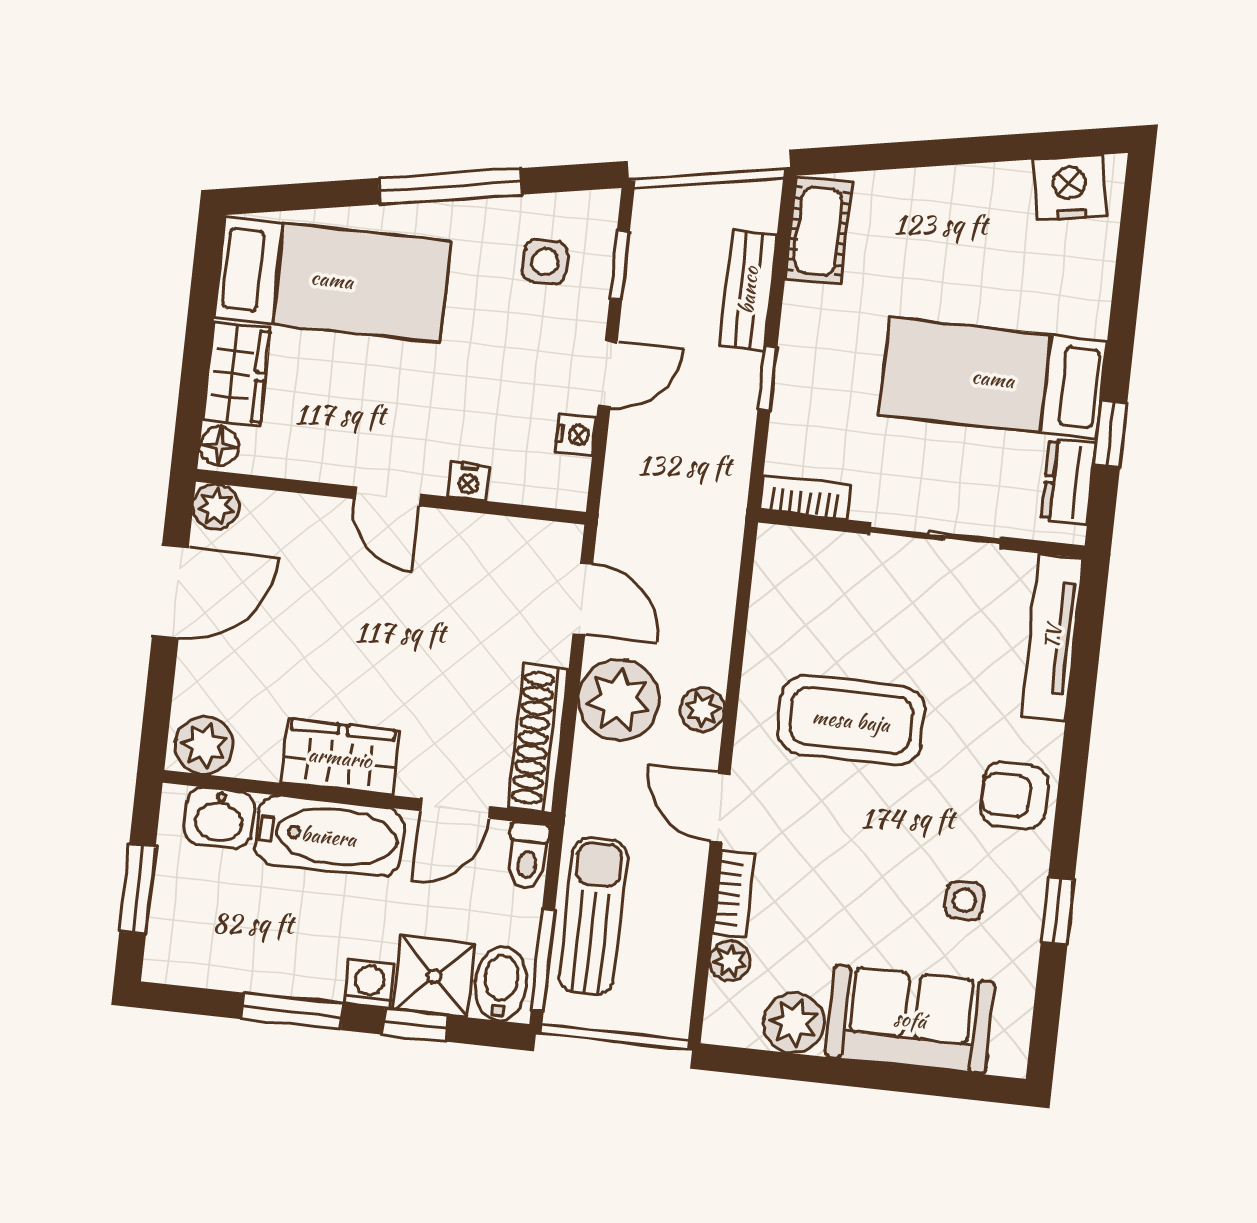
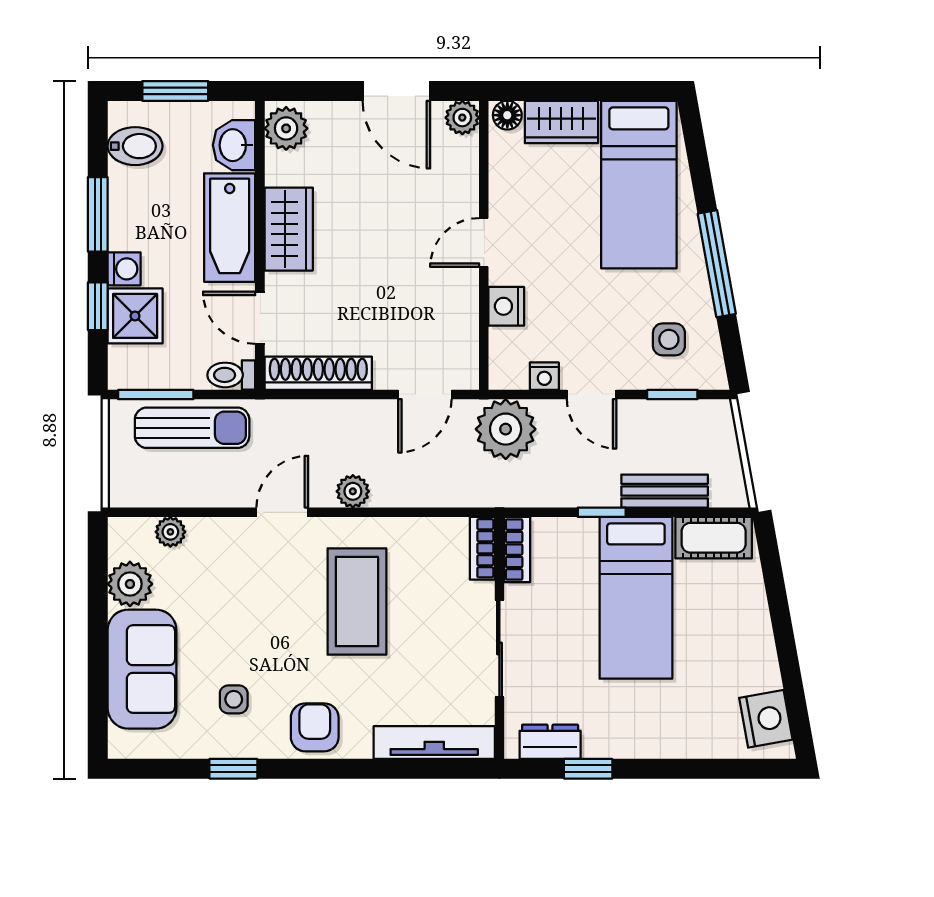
bed: (993, 378) -> (636, 598), moved, turned 180
nightstand: (468, 481) -> (506, 306), width x1.39, depth x1.35
plant: (619, 700) -> (506, 429), moved
bookcase: (734, 894) -> (482, 548), moved, turned 90
bidet: (501, 984) -> (135, 146), moved

